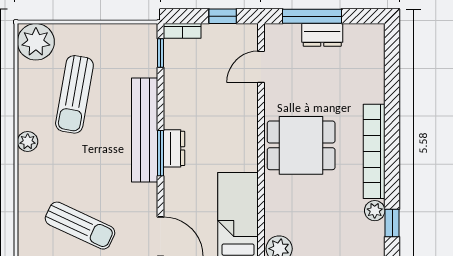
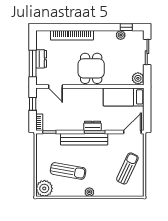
bookcase: (374, 151) -> (72, 35), moved

